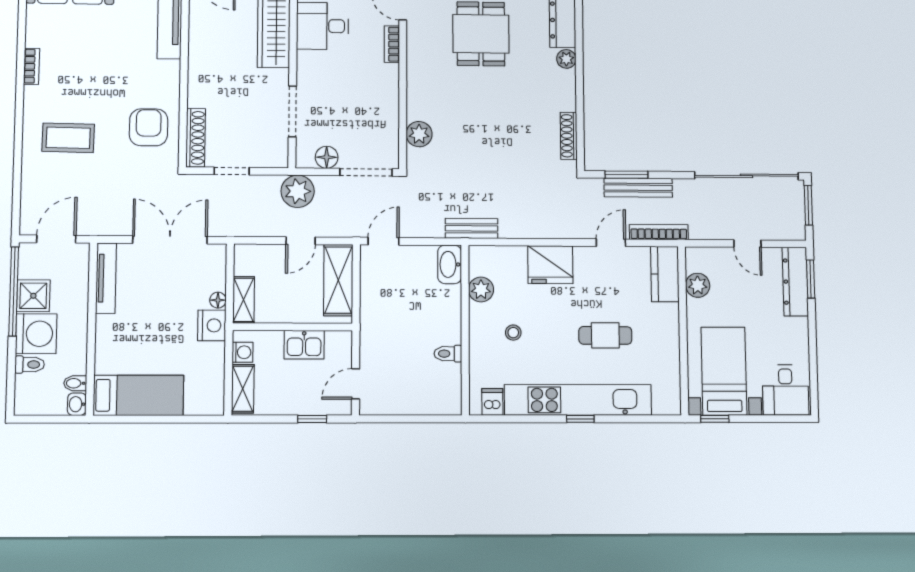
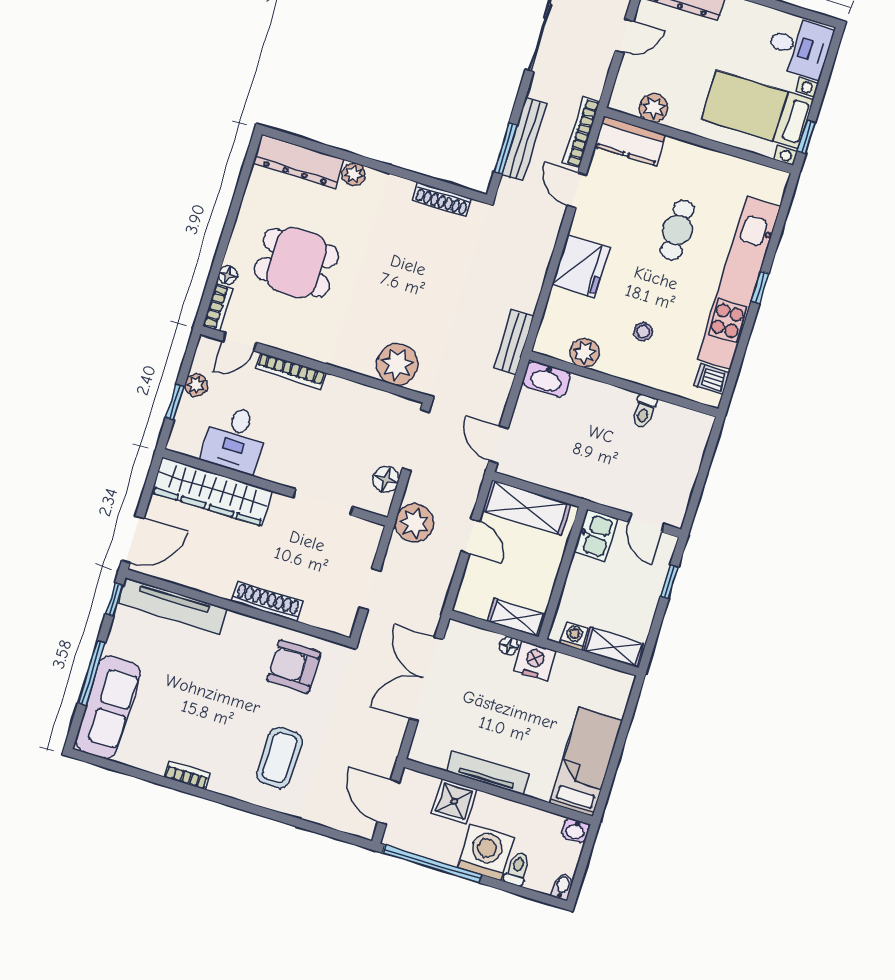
bookcase: (392, 44) -> (291, 371), width x1.56
plant: (419, 134) -> (397, 364), width x1.36, depth x1.36
shoe rack: (196, 138) -> (267, 601), moved
tv unit: (106, 278) -> (488, 773), moved
shower: (33, 296) -> (454, 801), moved
kitchen sink: (304, 345) -> (596, 535), moved
bidet: (75, 383) -> (563, 886), moved, turned 180

